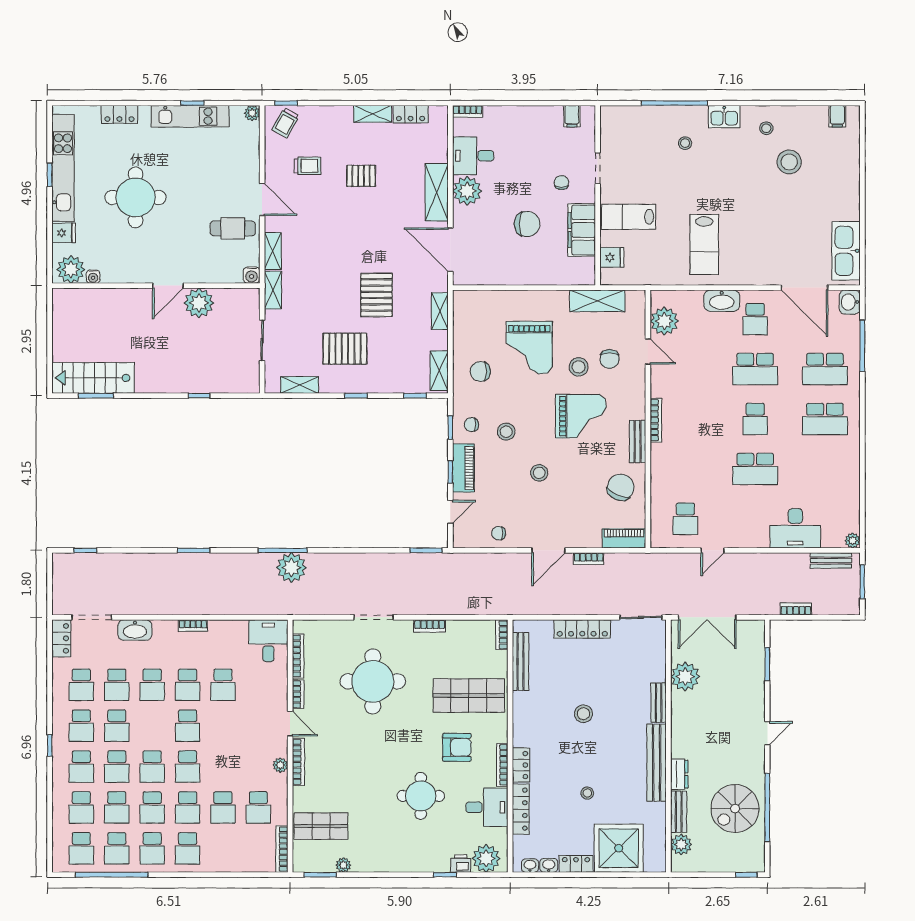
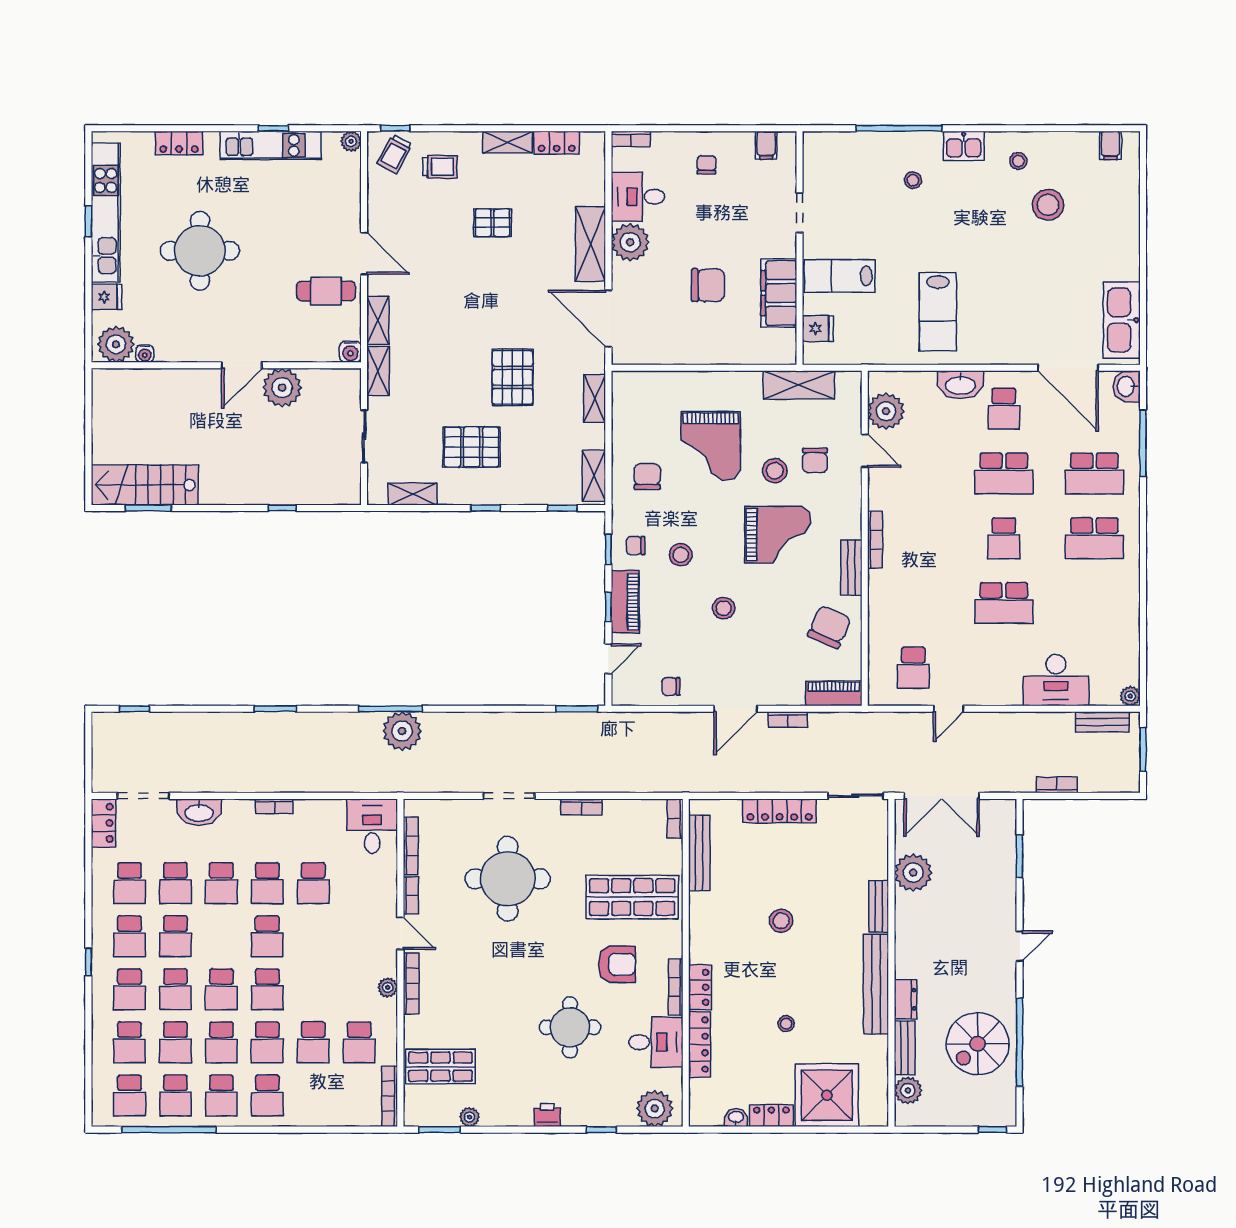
trolley: (308, 166) -> (440, 167), moved
chair: (561, 183) -> (706, 165), moved
chair: (480, 371) -> (647, 477), turned 90
printer: (461, 863) -> (547, 1115), moved
washbasin: (530, 866) -> (712, 1118), removed

